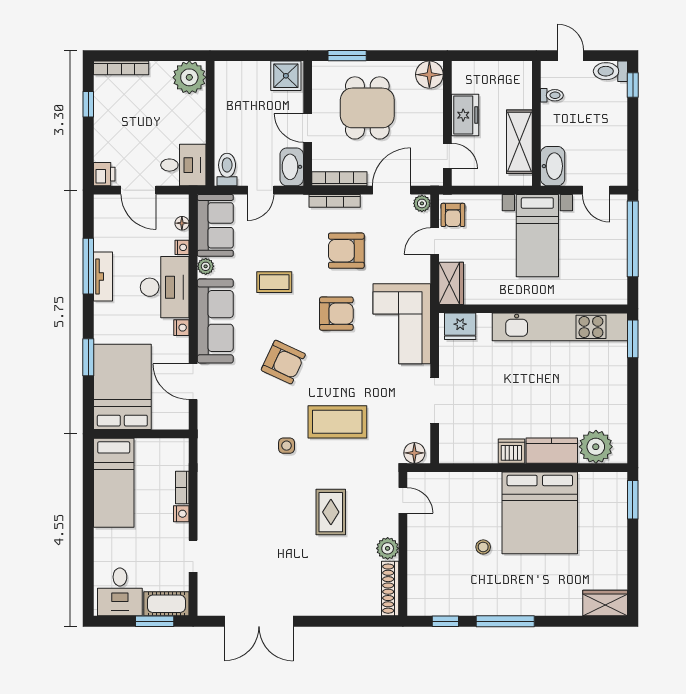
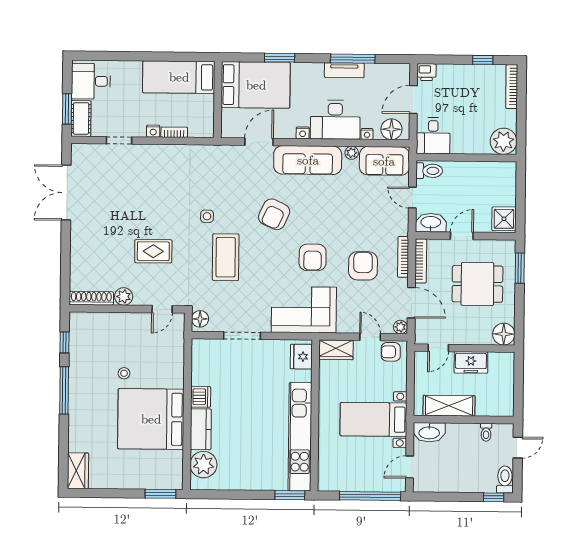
floor lamp: (182, 223) -> (391, 129), width x1.89, depth x1.89
coffee table: (274, 282) -> (338, 208), removed

